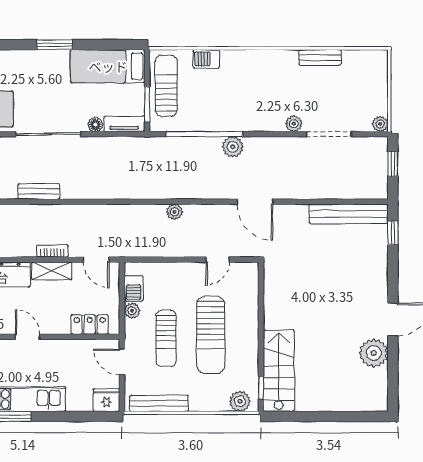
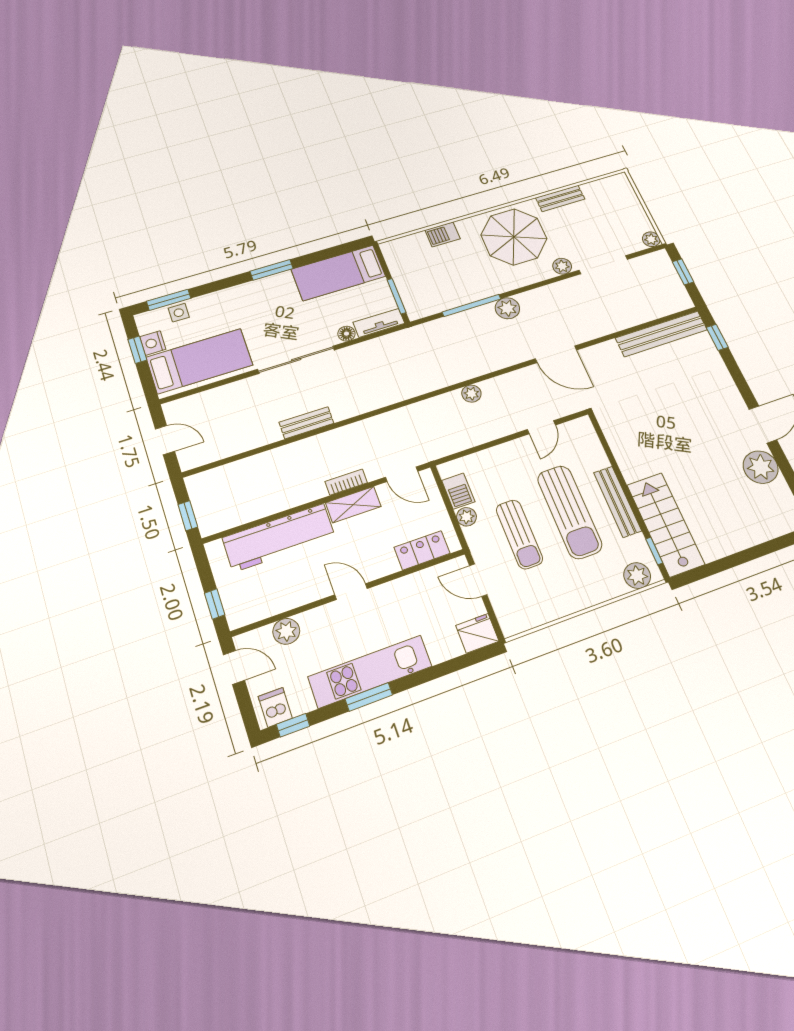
parasol: (265, 82) -> (514, 237), added
sun lounger: (166, 86) -> (410, 272), removed
window: (205, 134) -> (472, 305), width x0.68
bench: (159, 403) -> (618, 502), moved, turned 90

